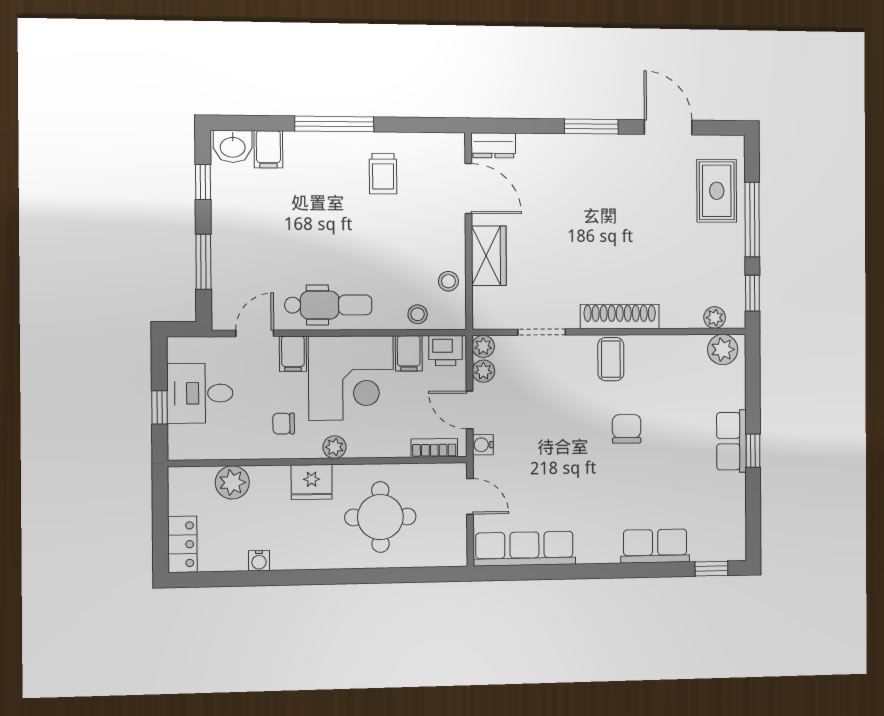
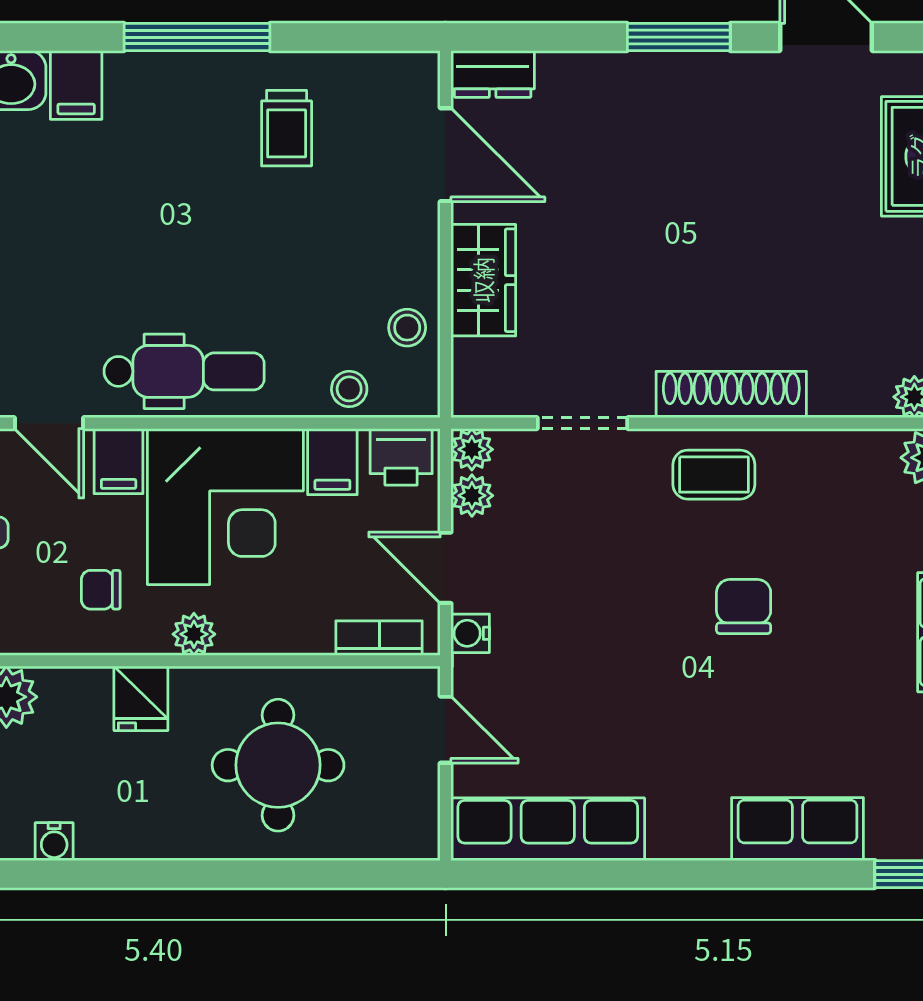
door: (255, 333) -> (49, 423), swing flipped
coffee table: (611, 359) -> (714, 475), turned 90
fridge: (312, 482) -> (141, 698), width x0.72

